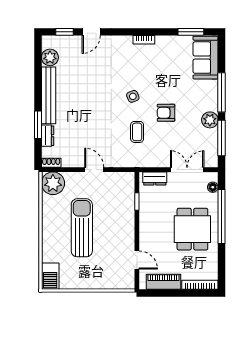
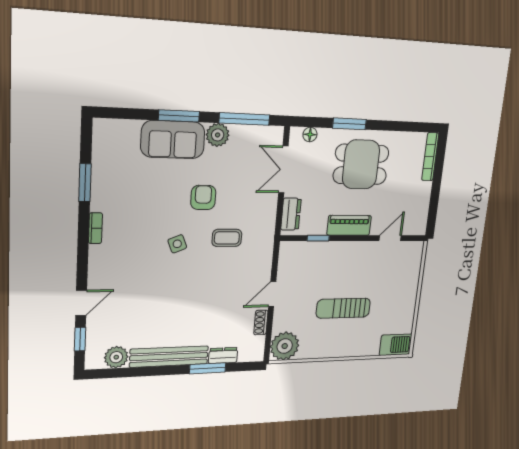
door: (91, 32) -> (81, 303), hinge flipped
window: (191, 32) -> (85, 183), moved
sofa: (206, 58) -> (173, 140), moved
window: (222, 92) -> (179, 116), width x0.69
armchair: (166, 113) -> (203, 197), turned 180
shoe rack: (51, 163) -> (261, 322), moved
window: (222, 217) -> (349, 124), width x0.47
sun lounger: (82, 228) -> (343, 308), width x0.73, depth x0.75
piano: (164, 282) -> (349, 225), moved, turned 90

